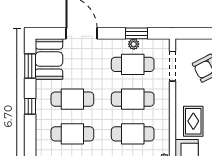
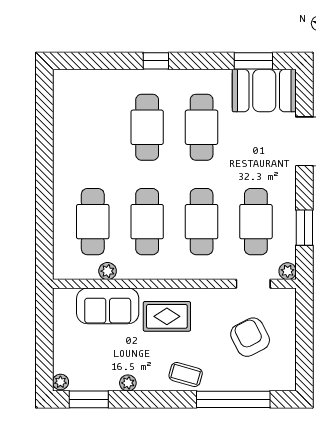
plant: (134, 44) -> (288, 271), moved
doorway: (172, 66) -> (253, 284), width x0.73
window: (30, 106) -> (156, 61), moved

